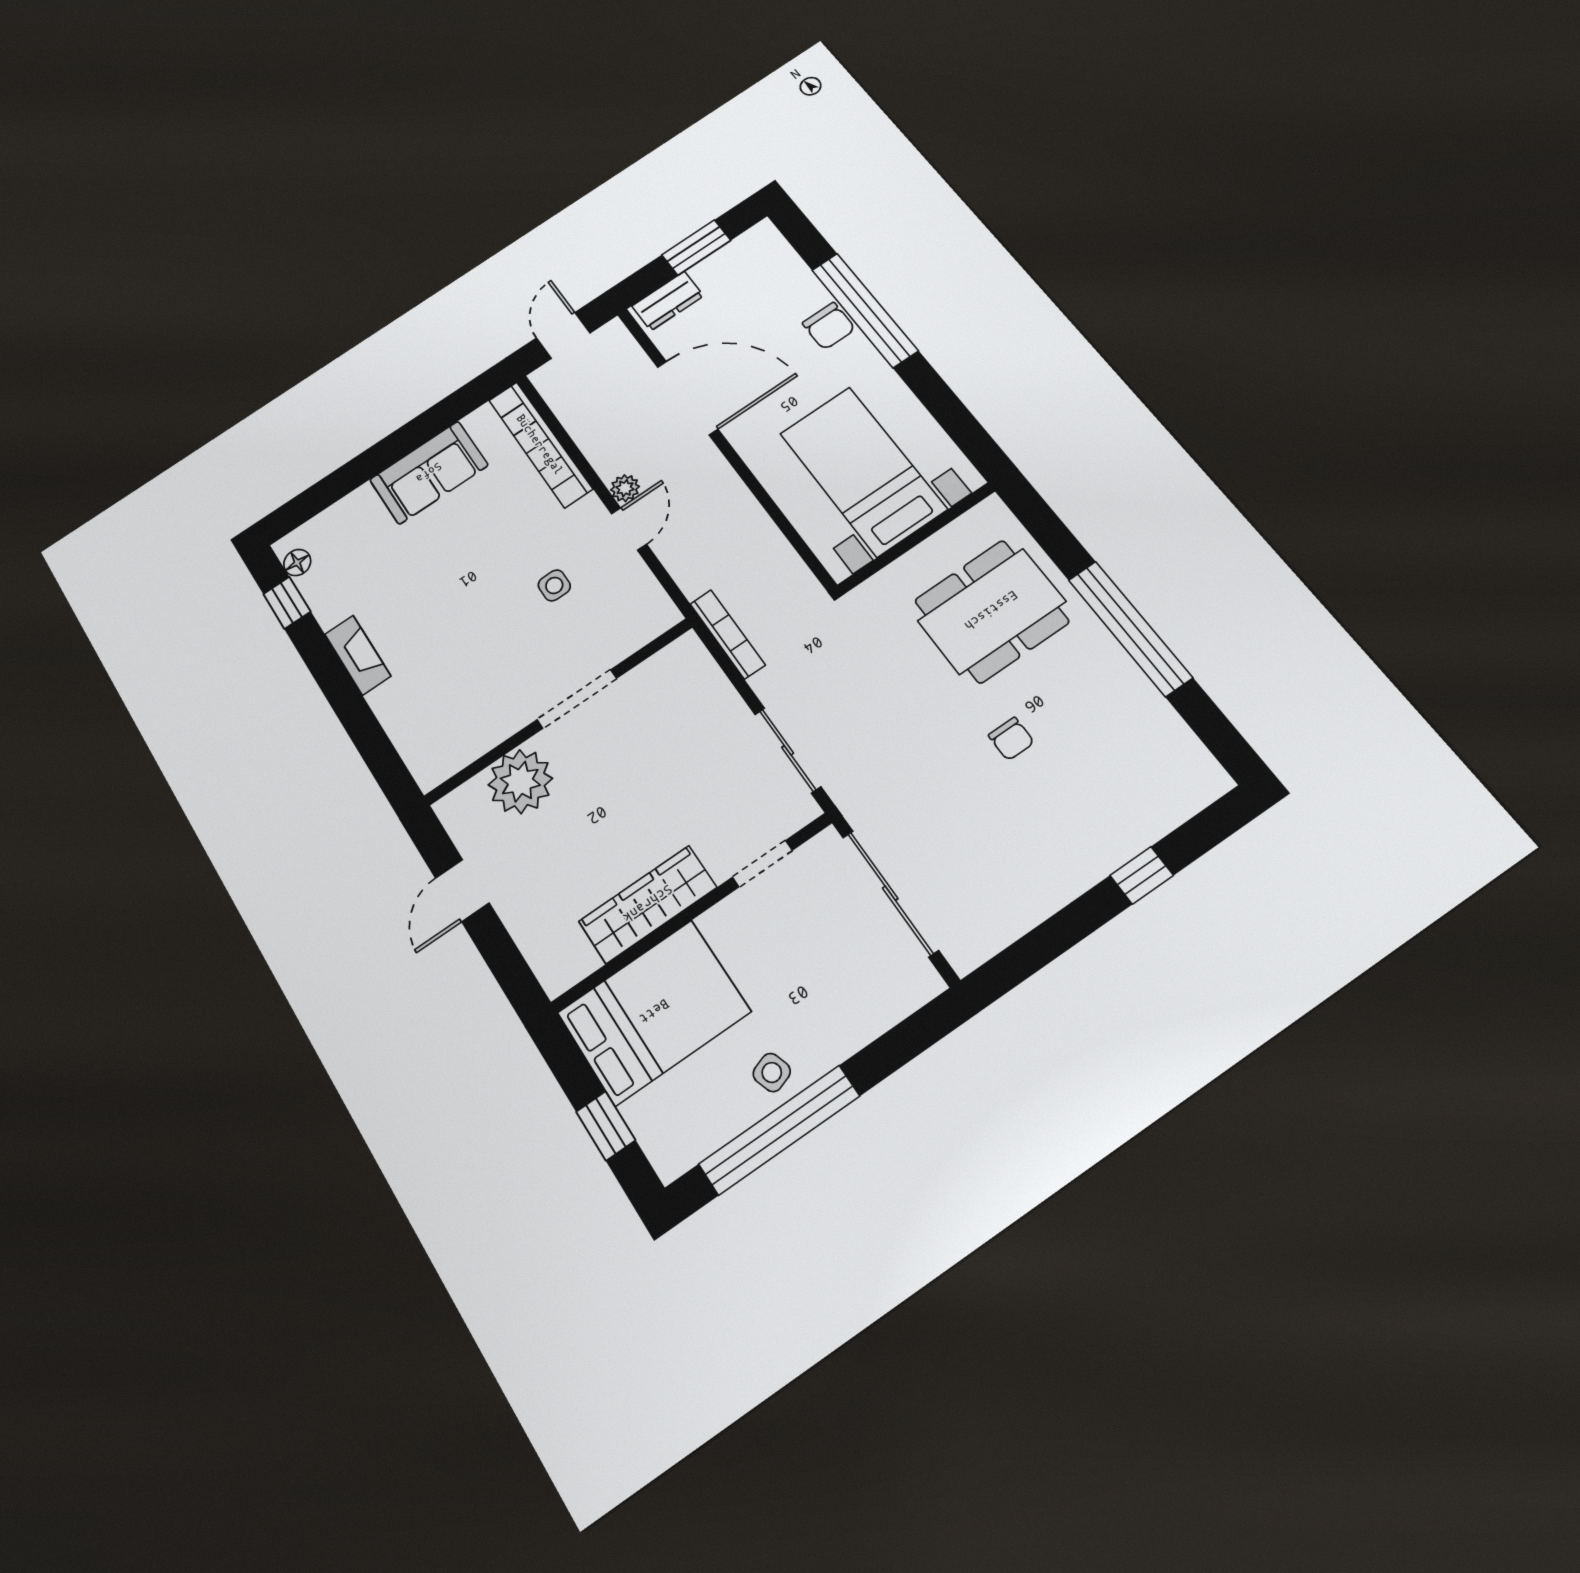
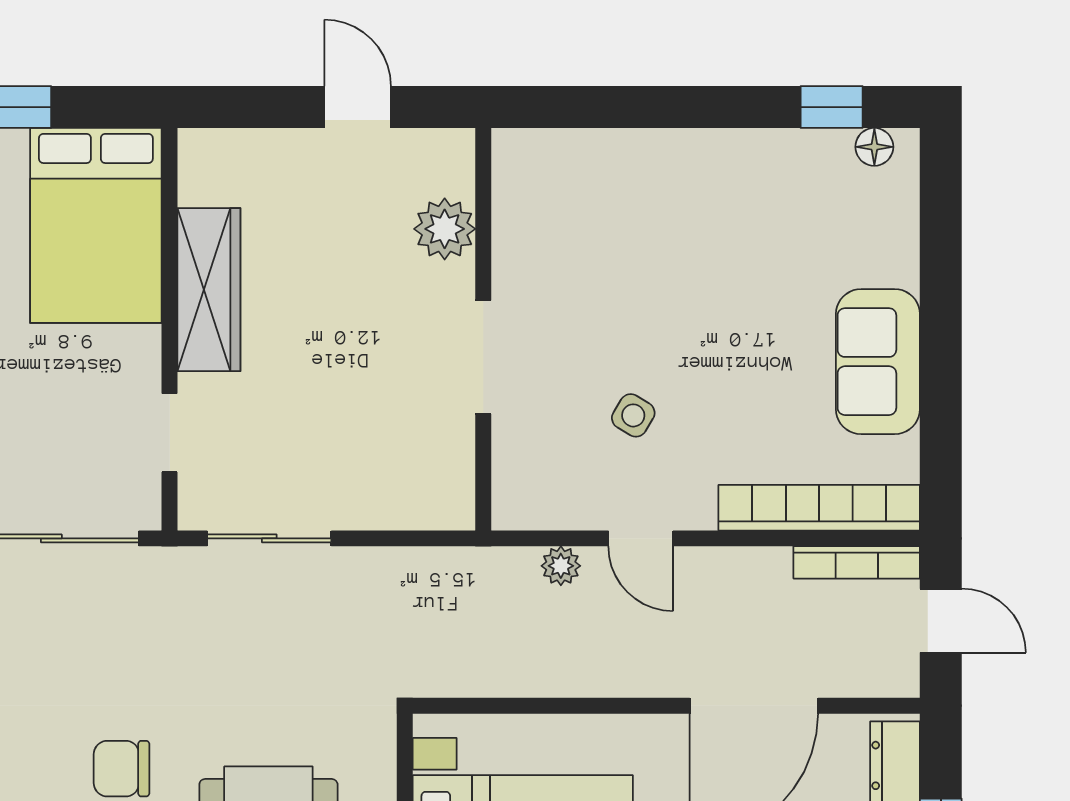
plant: (625, 488) -> (561, 566), moved
side table: (554, 585) -> (633, 415), turned 31
bookcase: (728, 634) -> (857, 562), moved
fireplace: (358, 655) -> (708, 150), removed
chair: (1011, 739) -> (121, 769), width x1.37, depth x1.37
plant: (520, 782) -> (445, 229), width x0.73, depth x0.73

